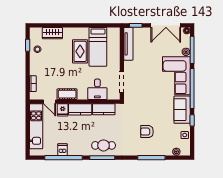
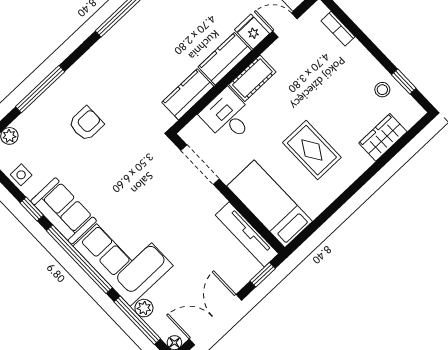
bed: (98, 47) -> (270, 204), moved
cot: (67, 94) -> (252, 78), moved
cafe table: (104, 145) -> (134, 37), removed

